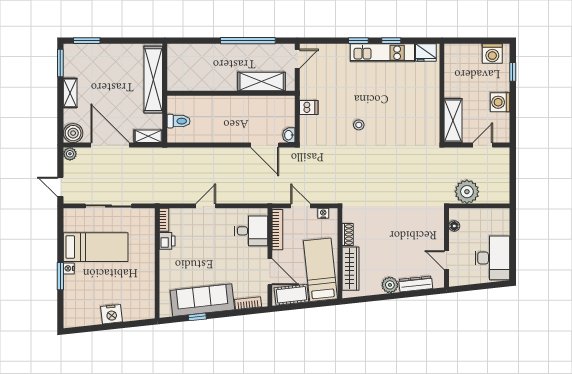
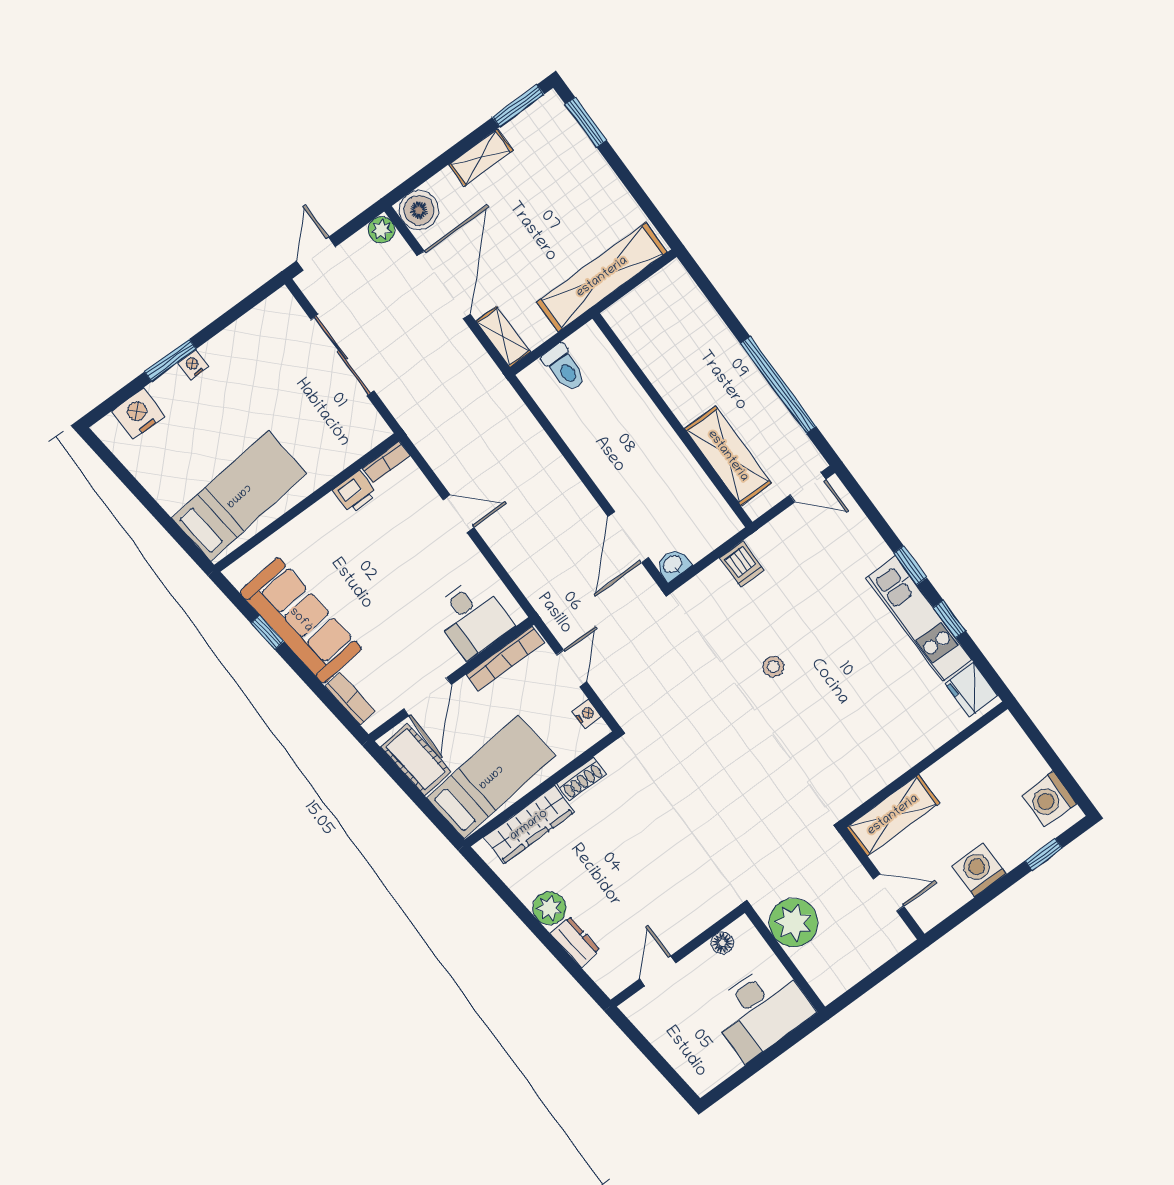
bed: (96, 247) -> (239, 496), moved, turned -96
desk: (492, 258) -> (761, 1010), moved
dresser: (416, 284) -> (575, 942), width x0.70
nightstand: (112, 314) -> (139, 414), moved, turned 96

